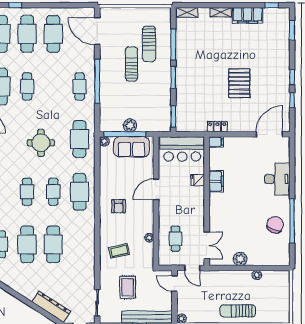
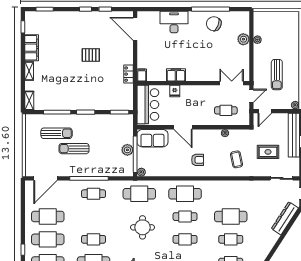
pallet: (239, 83) -> (91, 55), width x0.67, depth x0.71
sofa: (132, 147) -> (152, 138), moved, turned 90
cafe table: (27, 244) -> (231, 239), width x0.73, depth x0.74
plant: (240, 259) -> (243, 39), moved
sun lounger: (238, 311) -> (277, 75), moved

